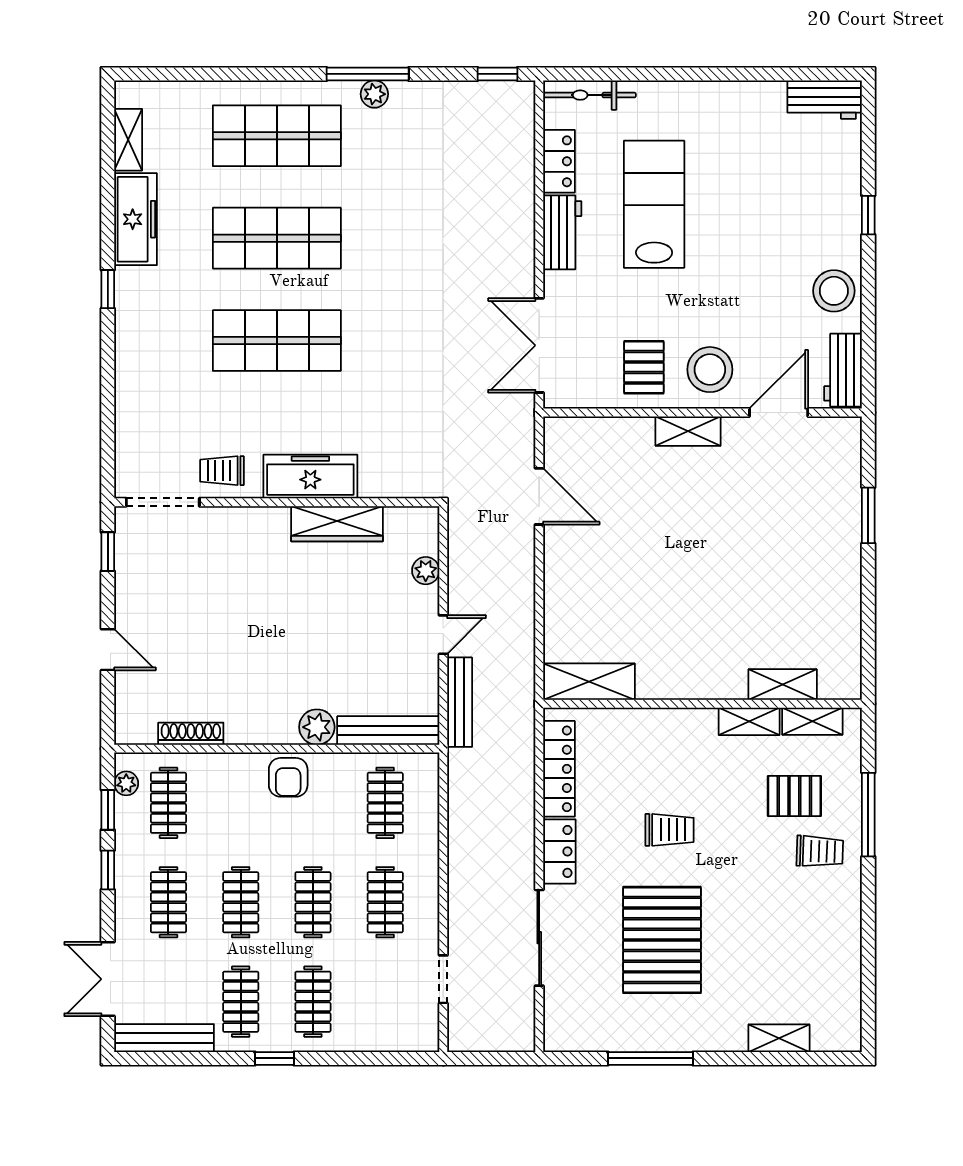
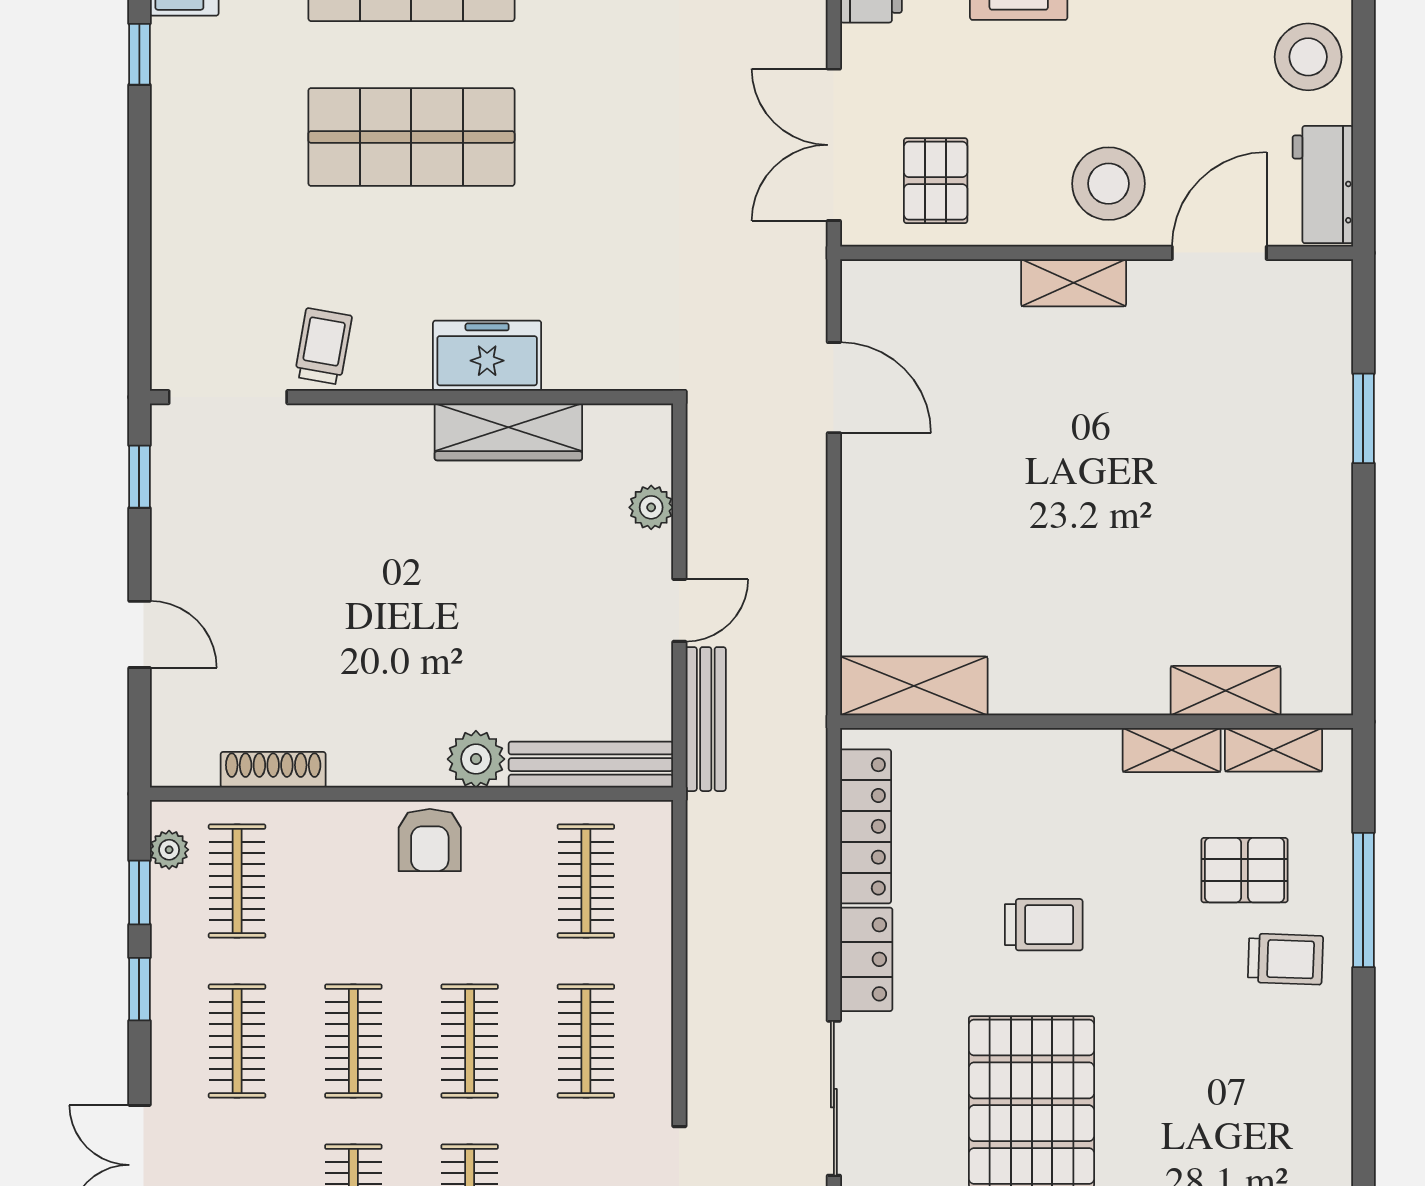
pallet: (644, 367) -> (936, 181), moved
trolley: (222, 471) -> (323, 346), turned 100
freezer: (310, 476) -> (487, 356), width x0.71

